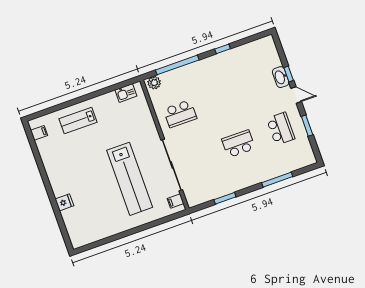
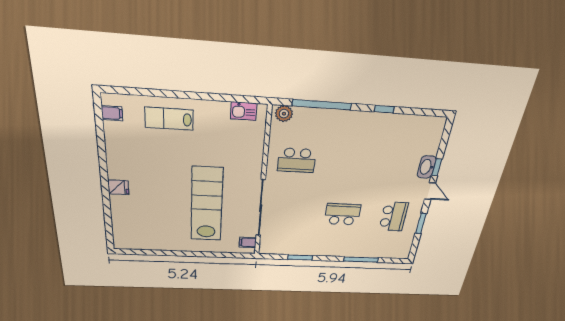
lab bench: (130, 179) -> (207, 205), turned 180
fridge: (64, 202) -> (118, 187), moved

